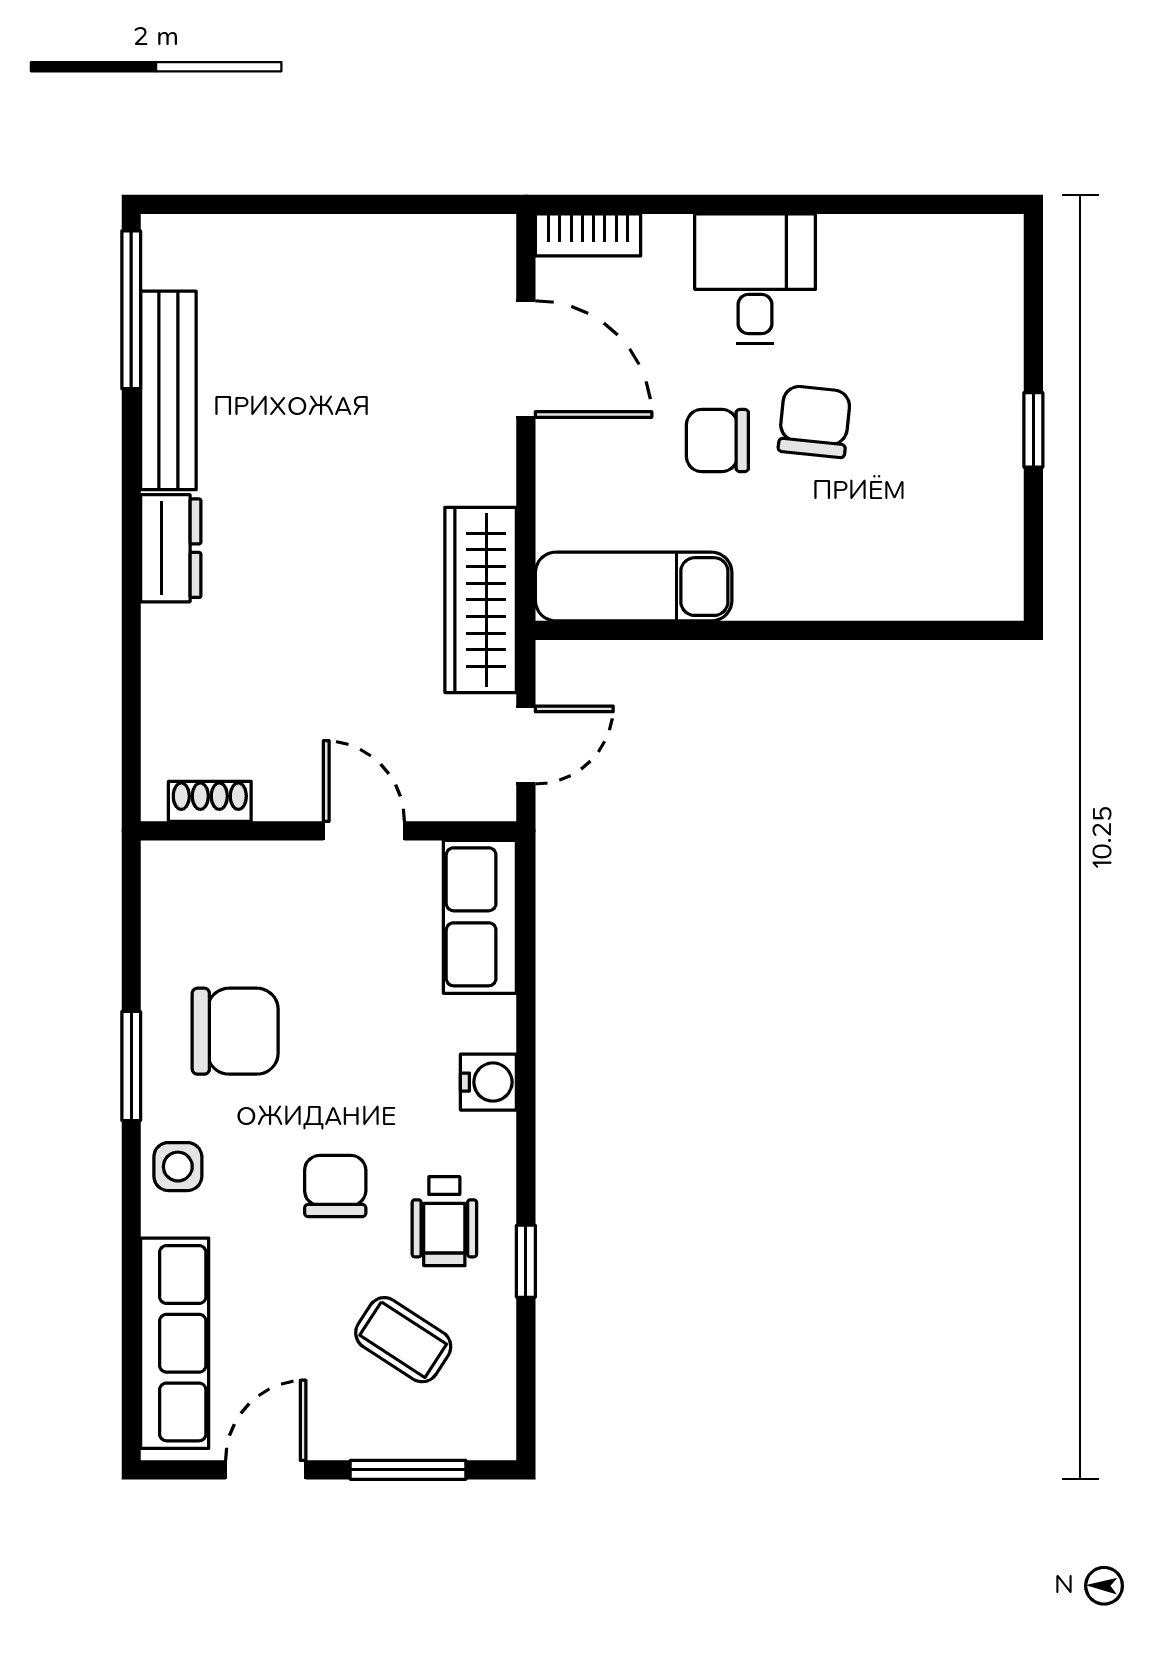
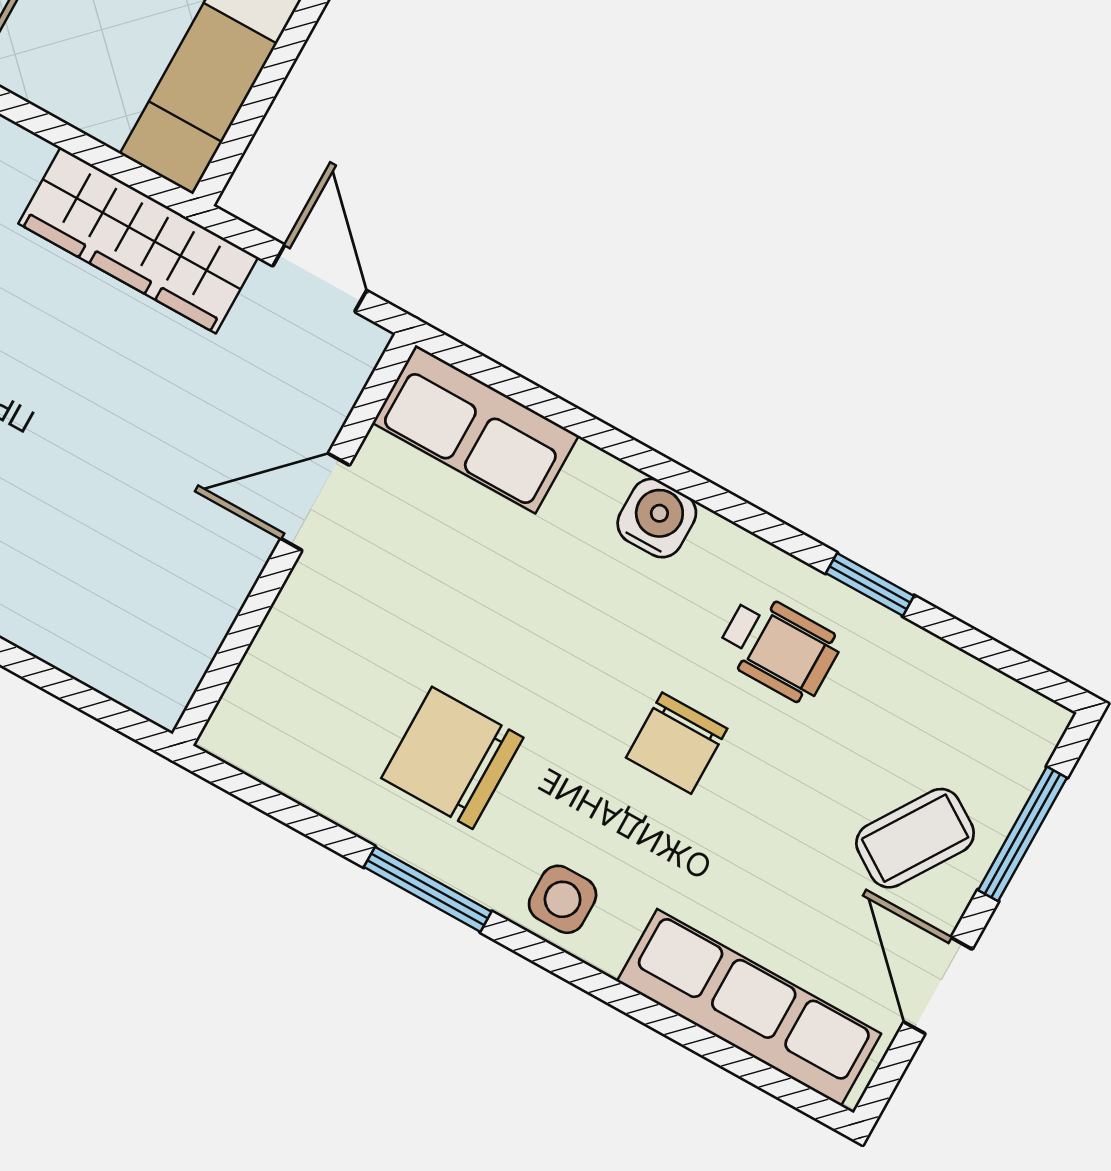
shoe rack: (210, 801) -> (192, 649), removed
chair: (235, 1031) -> (452, 758), turned -90
chair: (335, 1186) -> (677, 743), turned -90
coffee table: (403, 1340) -> (915, 838), moved

